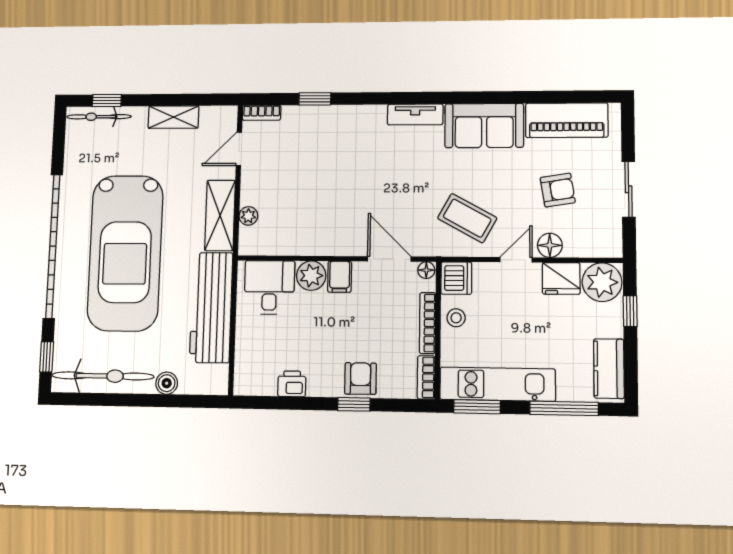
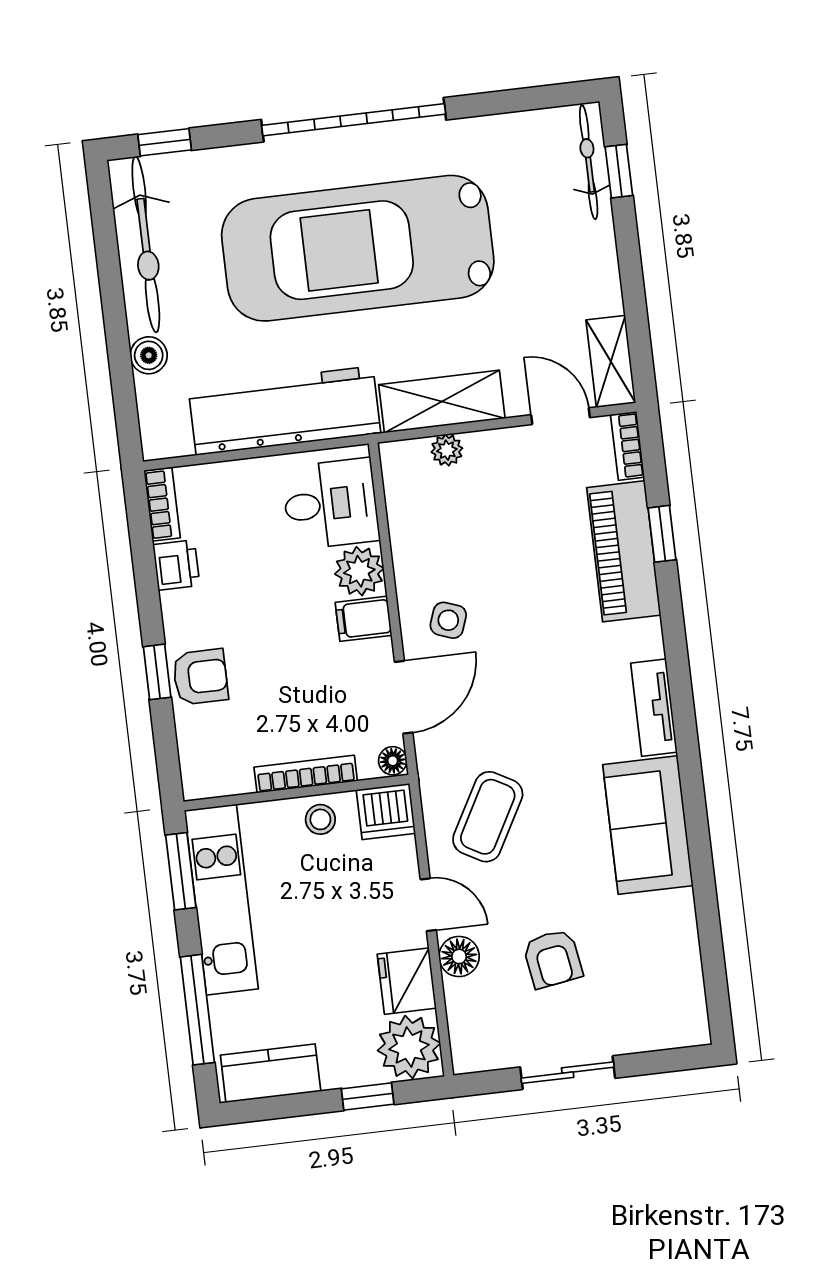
shelving: (173, 117) -> (611, 361), moved
piano: (567, 120) -> (624, 551), moved
side table: (347, 227) -> (448, 620), added
garage door: (53, 246) -> (354, 120), width x0.73
bookcase: (426, 377) -> (162, 504), moved, turned 90

